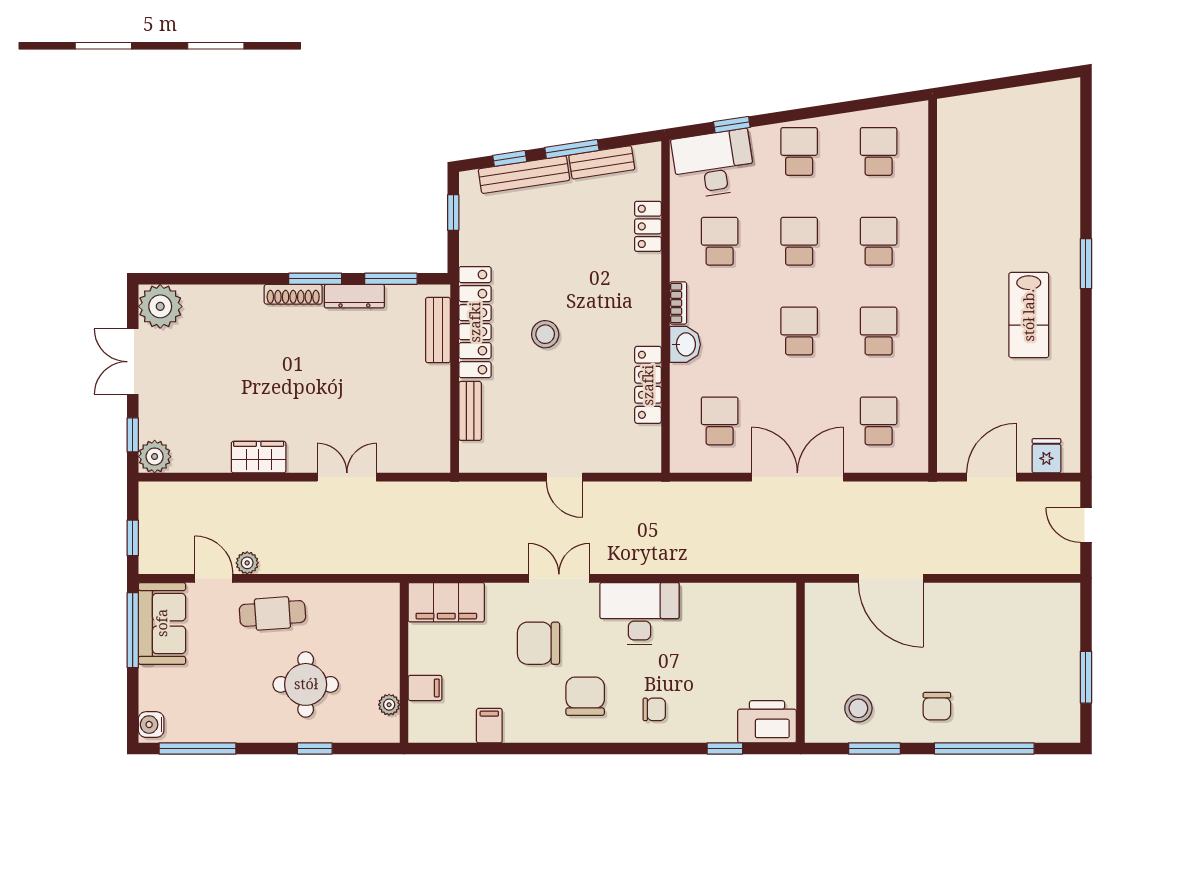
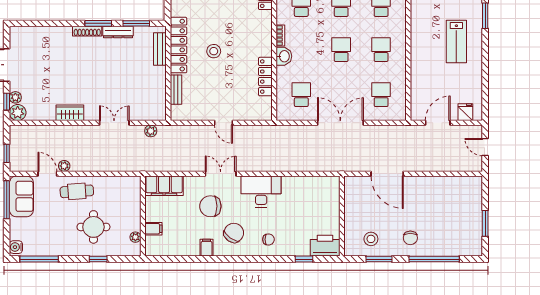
plant: (160, 306) -> (15, 97), moved, width x0.53, depth x0.53
plant: (420, 493) -> (151, 131), added
chair: (585, 696) -> (234, 233), turned 35
filing cabinet: (489, 726) -> (207, 248), moved

